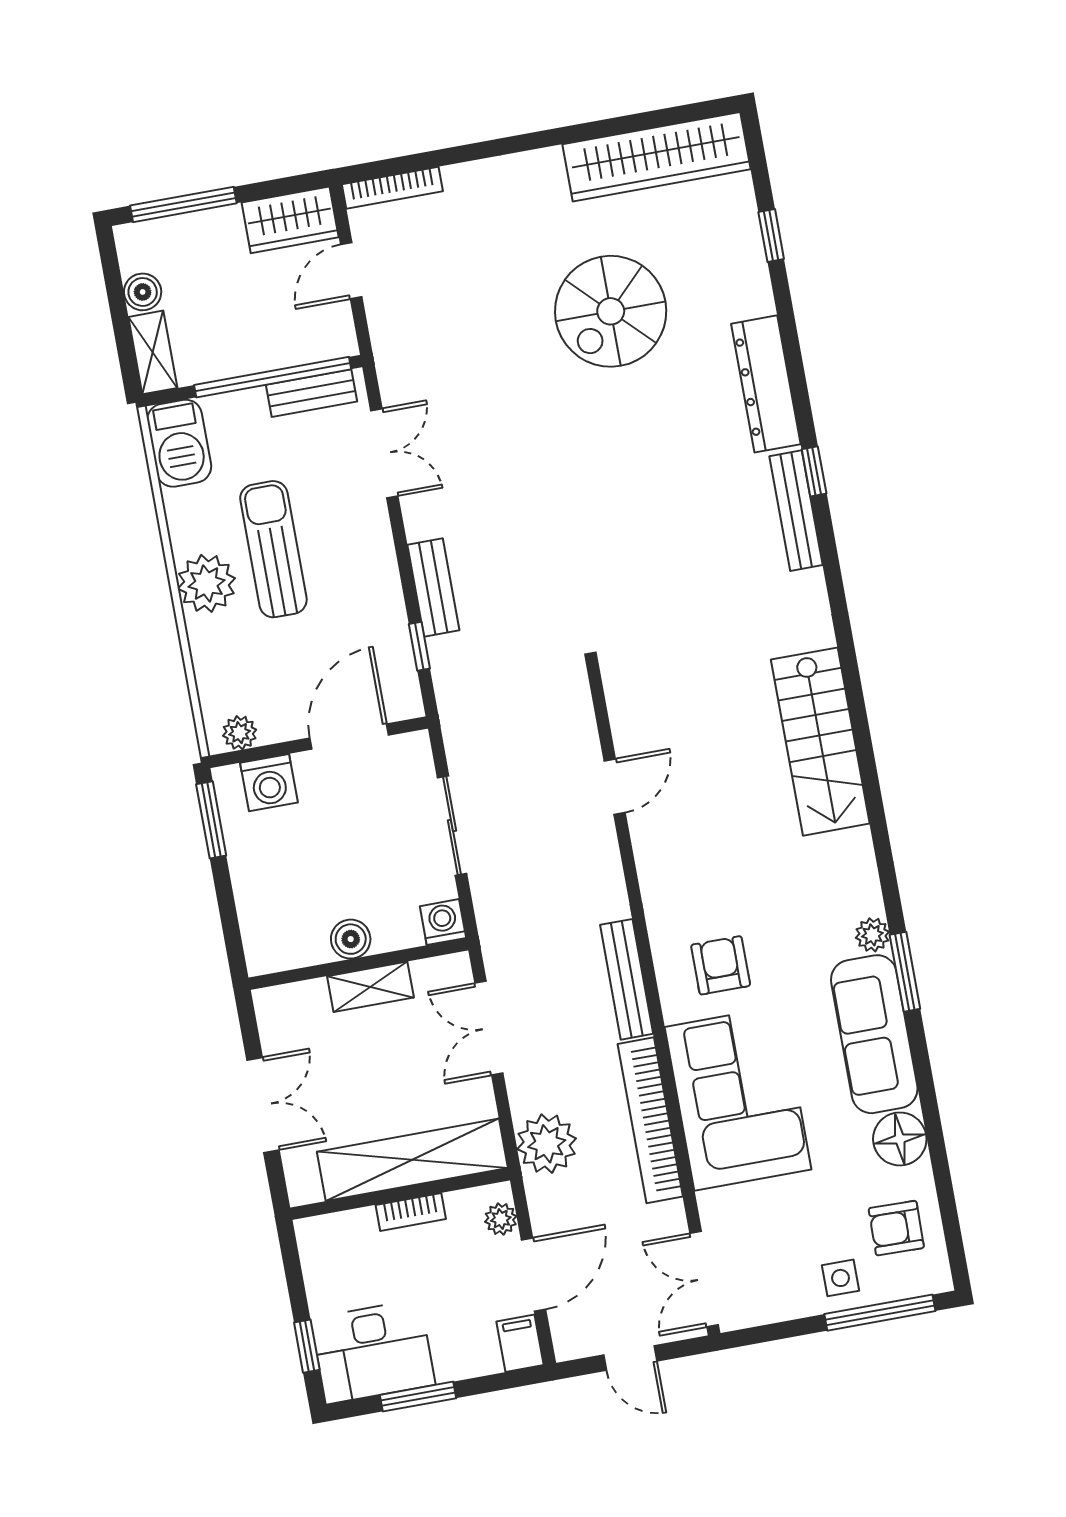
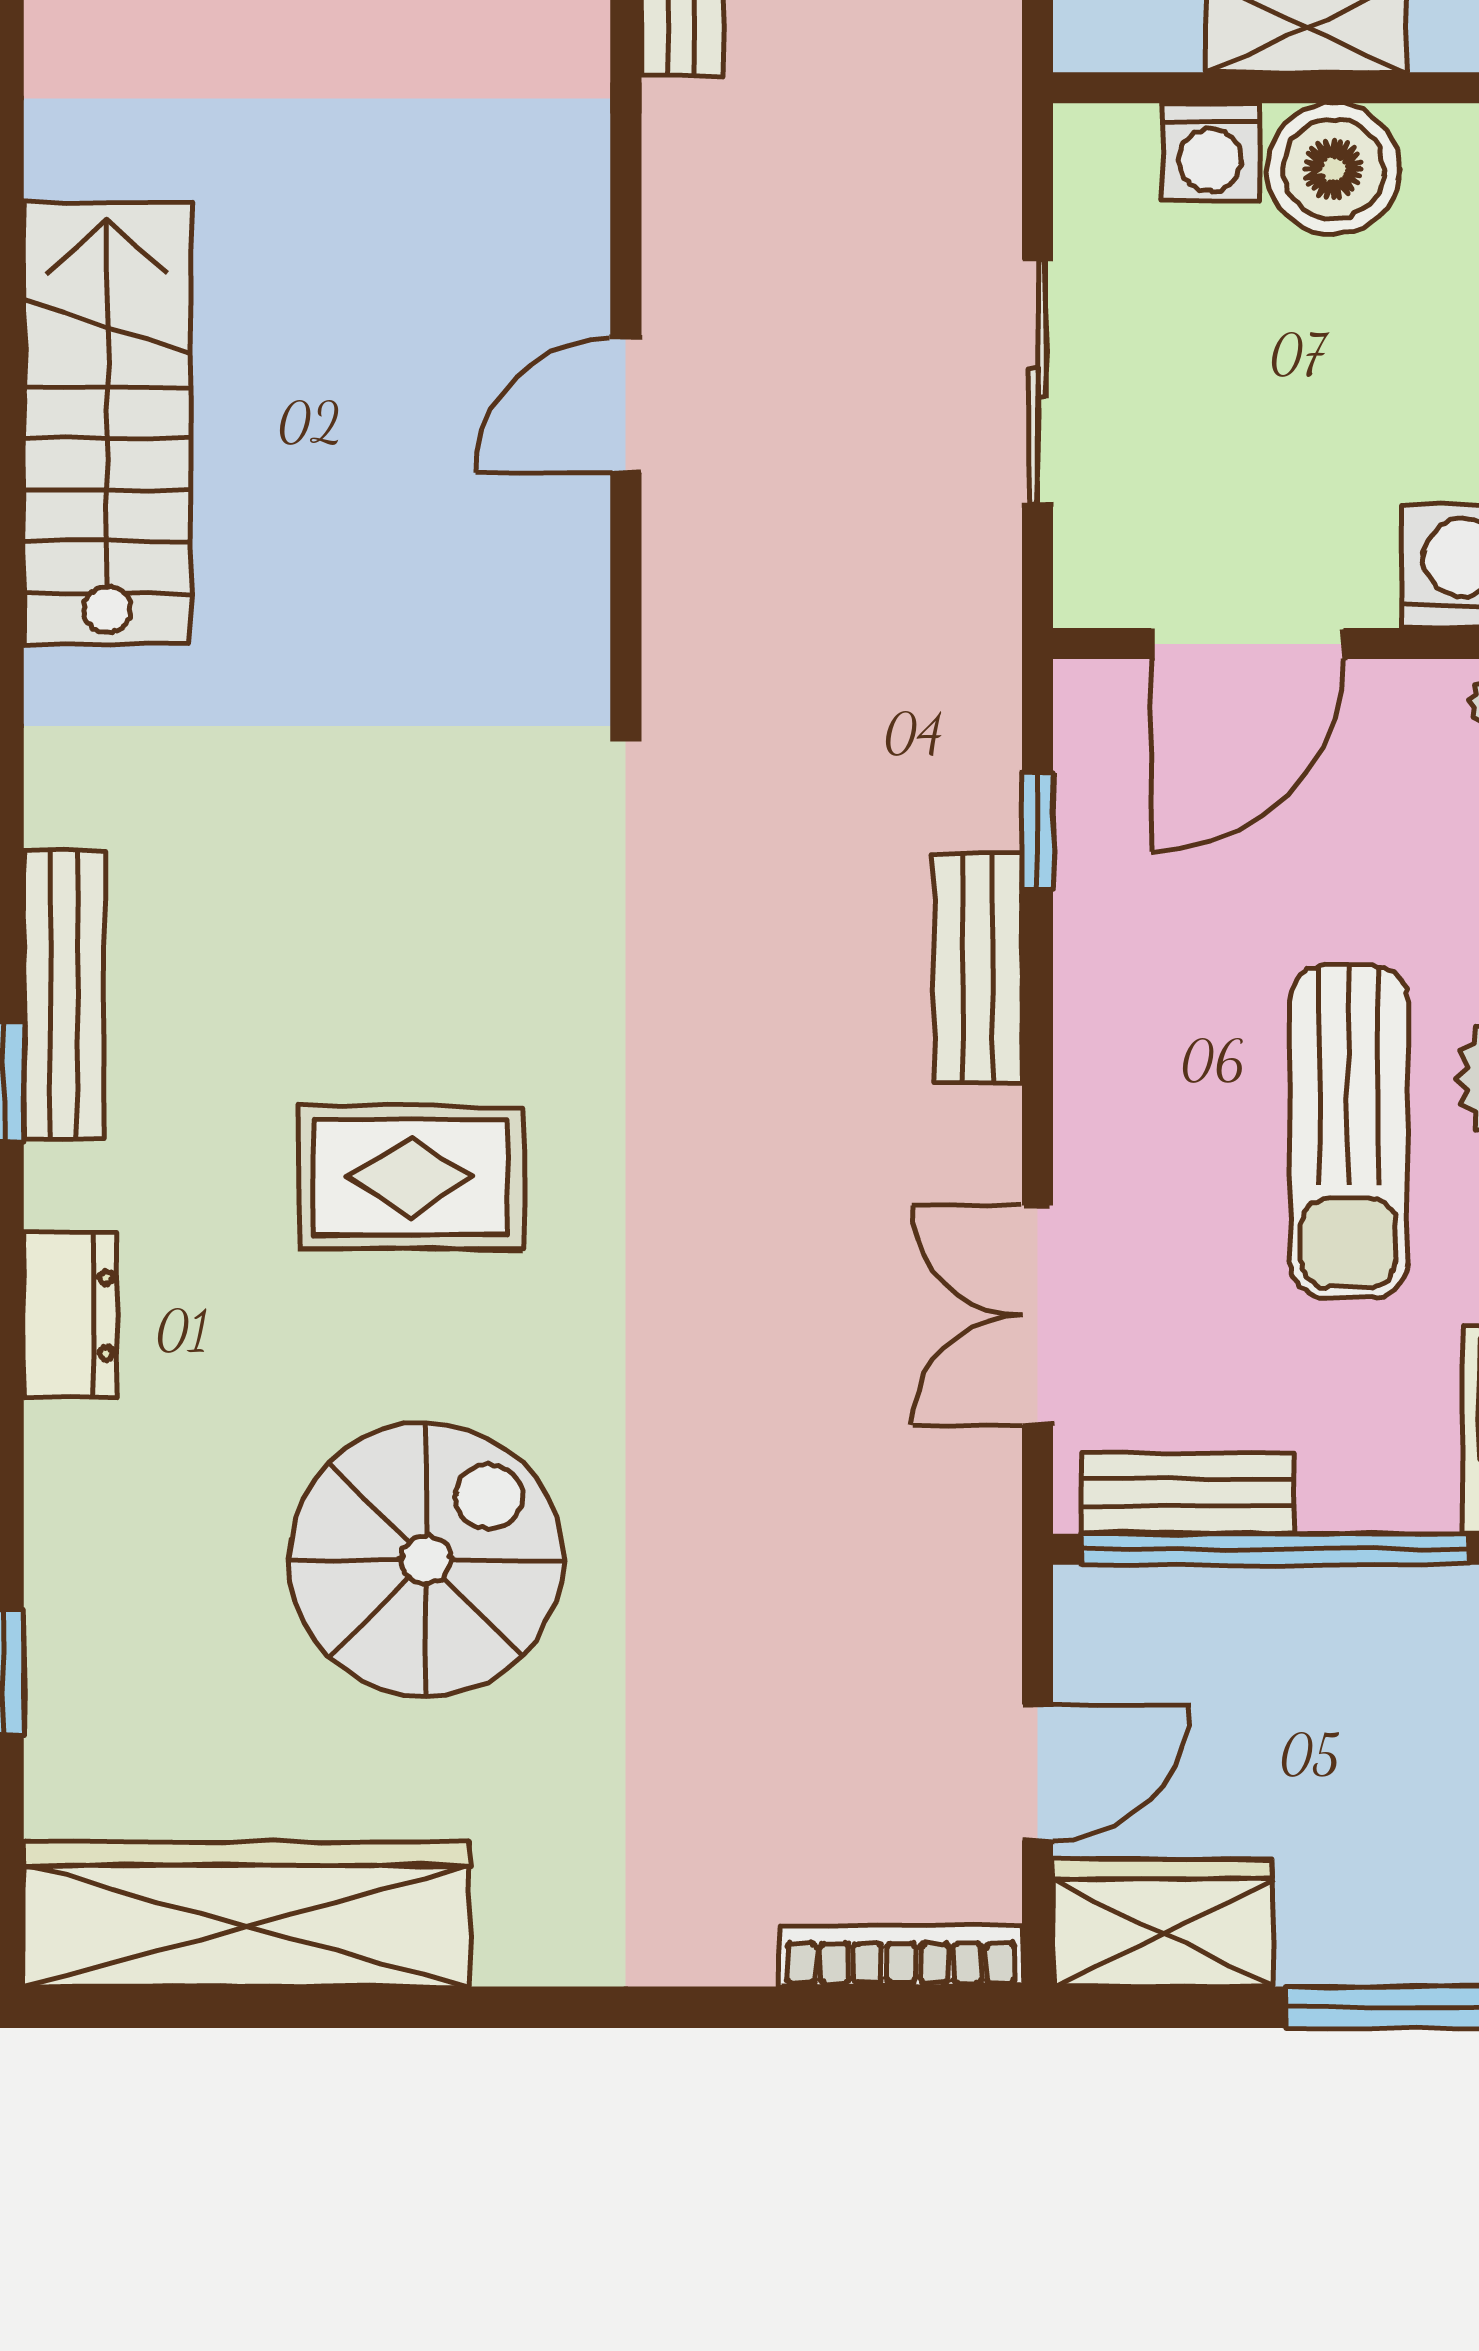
dresser: (766, 384) -> (70, 1315), width x0.51, depth x0.80
rug: (644, 463) -> (411, 1178), added
washing machine: (443, 922) -> (1210, 152), moved
boiler: (351, 939) -> (1333, 169), width x1.36, depth x1.36

